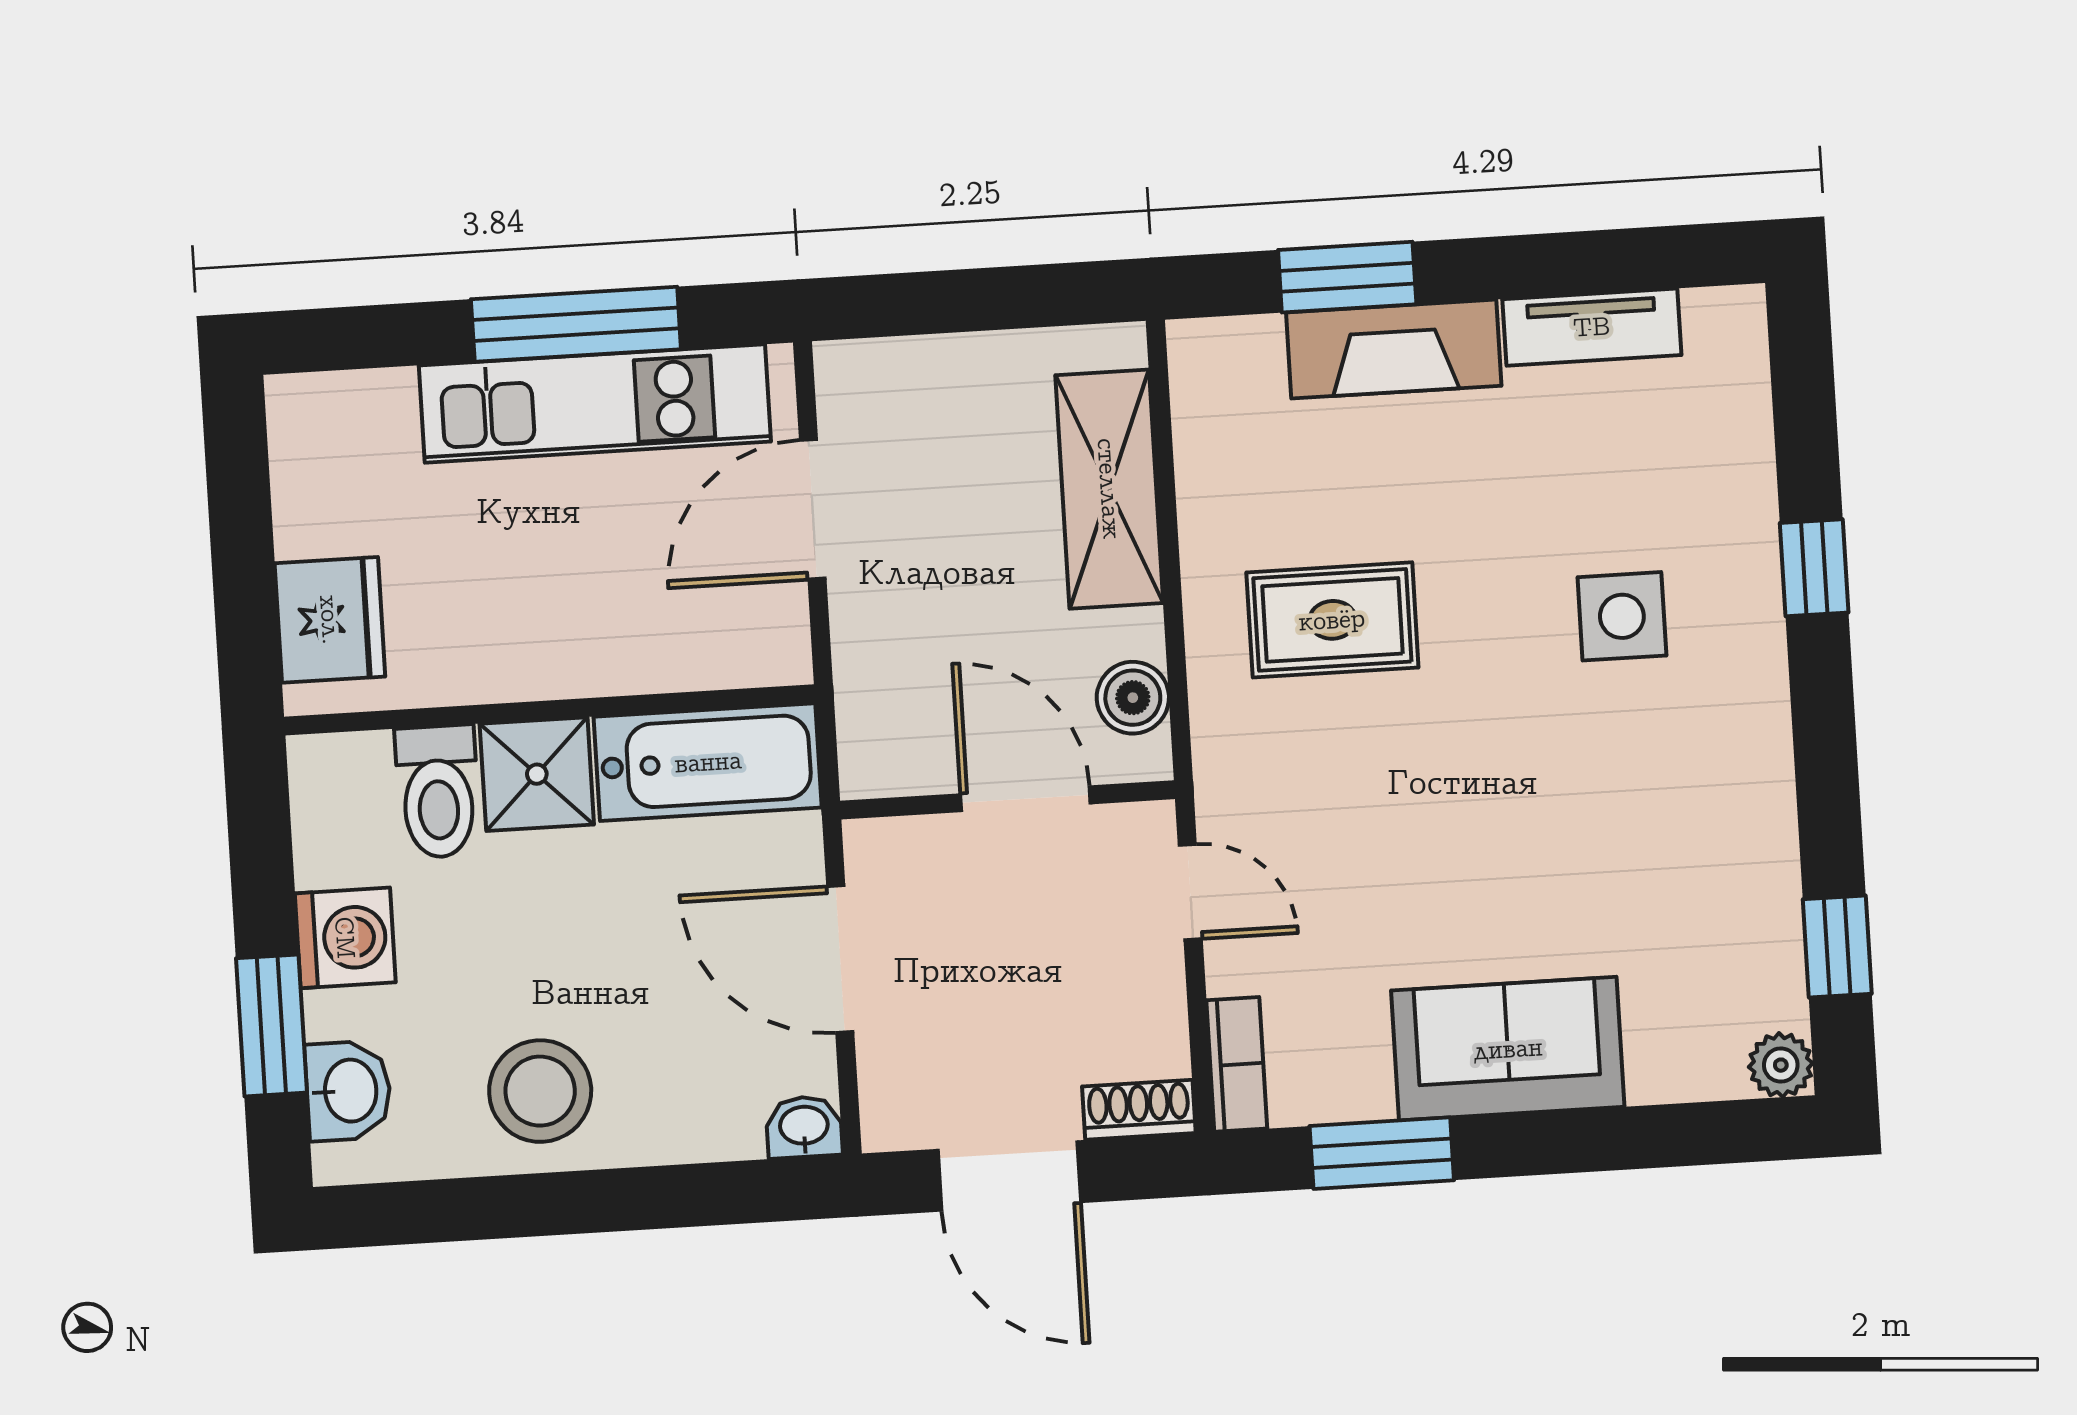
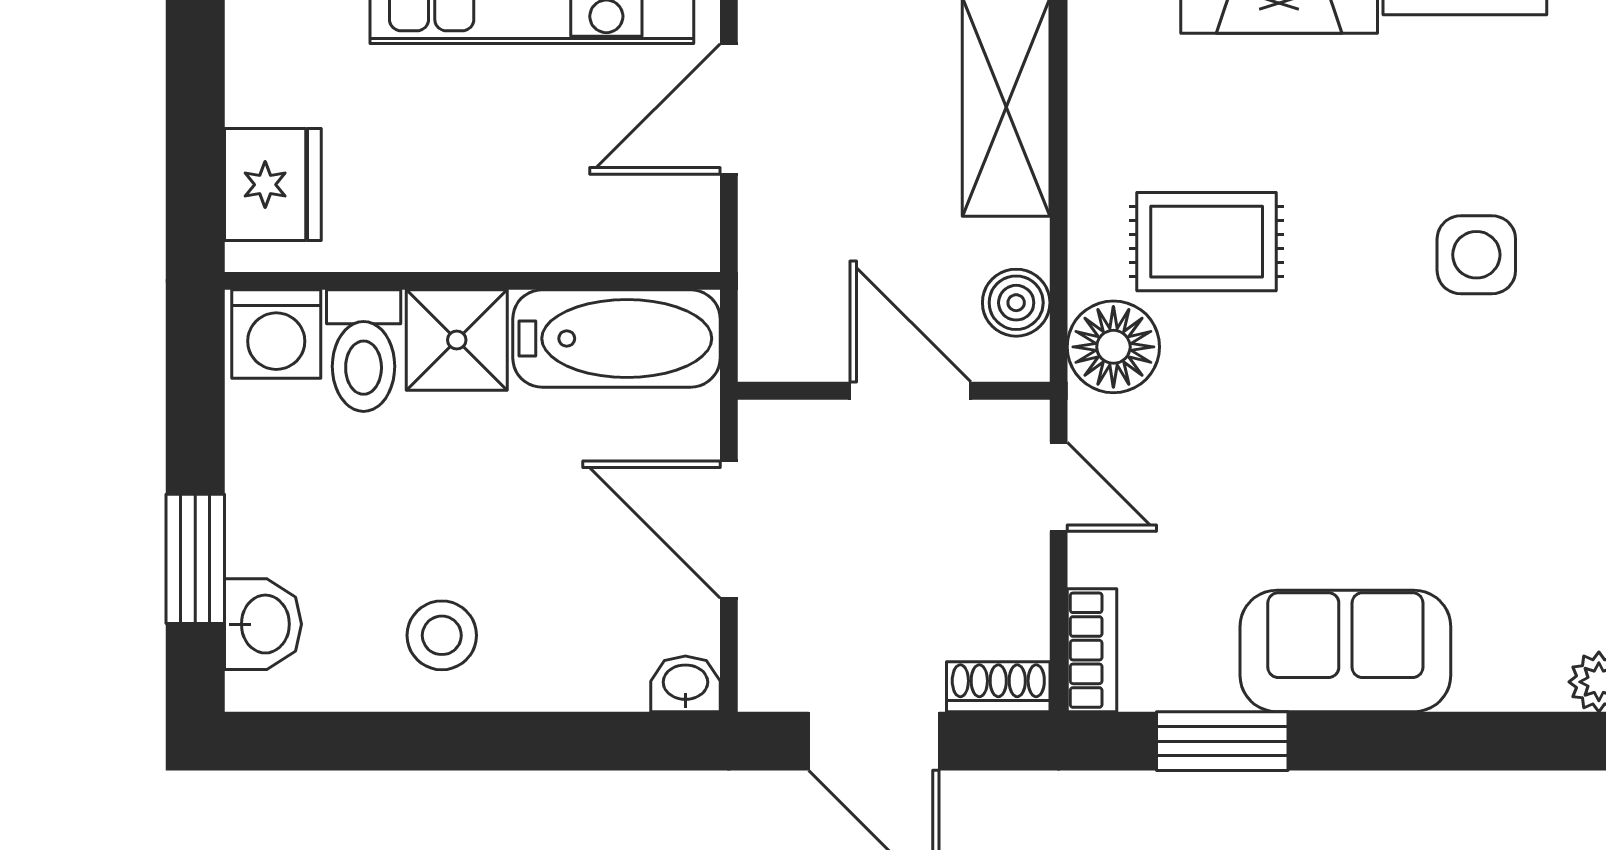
floor lamp: (1240, 738) -> (1113, 347), added
washing machine: (345, 938) -> (276, 334), moved, turned 90
stool: (540, 1091) -> (442, 635), width x0.73, depth x0.73

